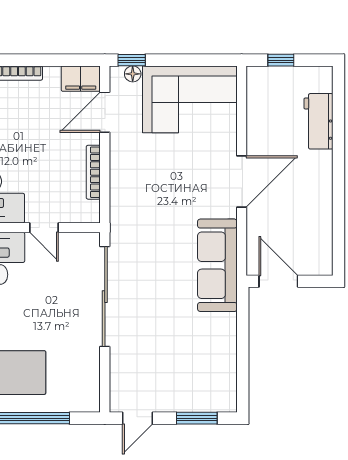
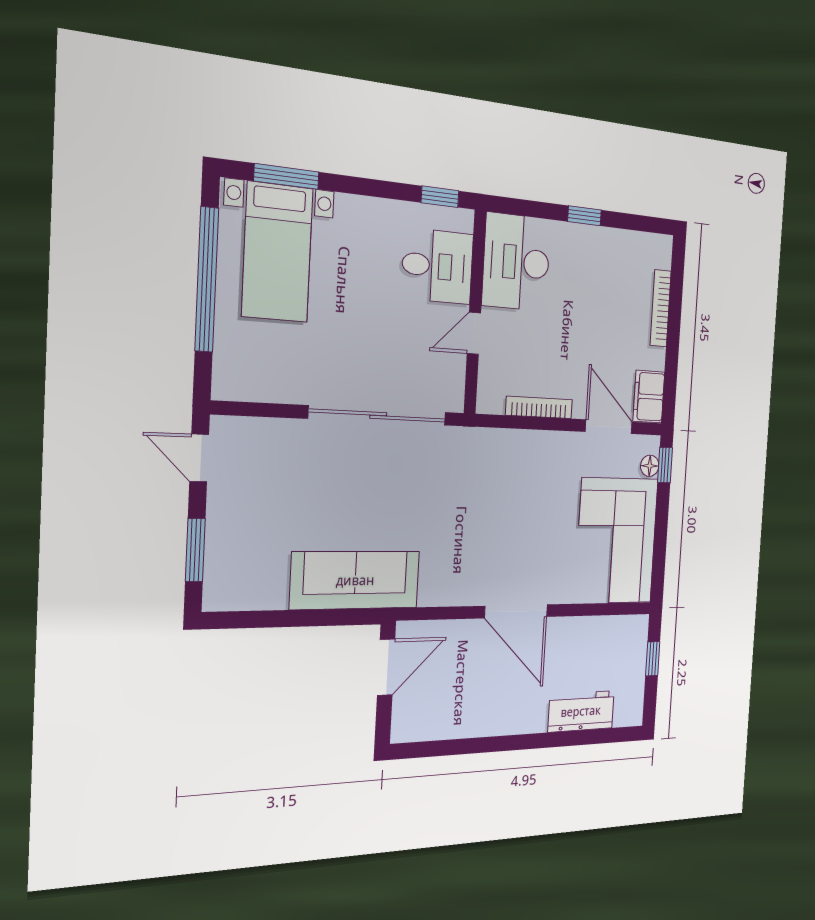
sofa: (217, 265) -> (355, 580), moved

